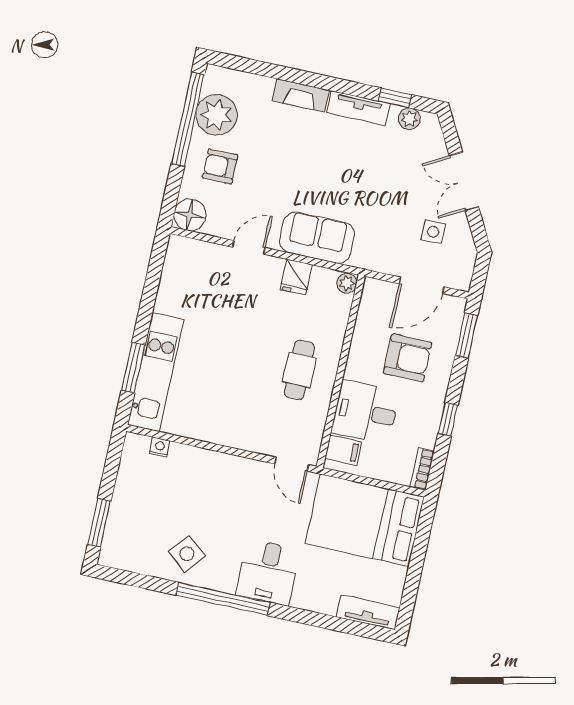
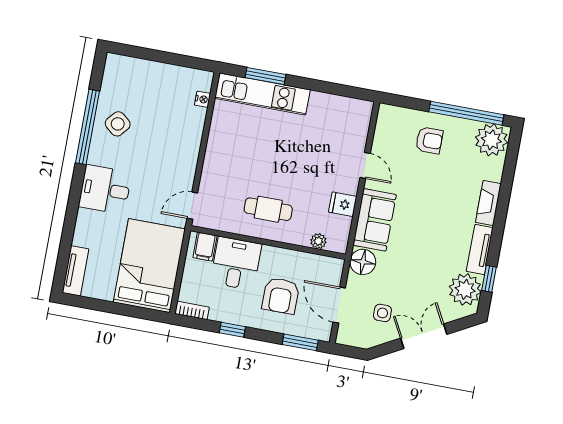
plant: (216, 115) -> (491, 140), moved
plant: (409, 119) -> (465, 289), width x1.88, depth x1.88
armchair: (220, 166) -> (429, 140), turned 90
floor lamp: (190, 215) -> (363, 262), moved
plant: (347, 283) -> (318, 241), moved
window: (99, 523) -> (140, 53), removed
window: (223, 599) -> (87, 127), moved

